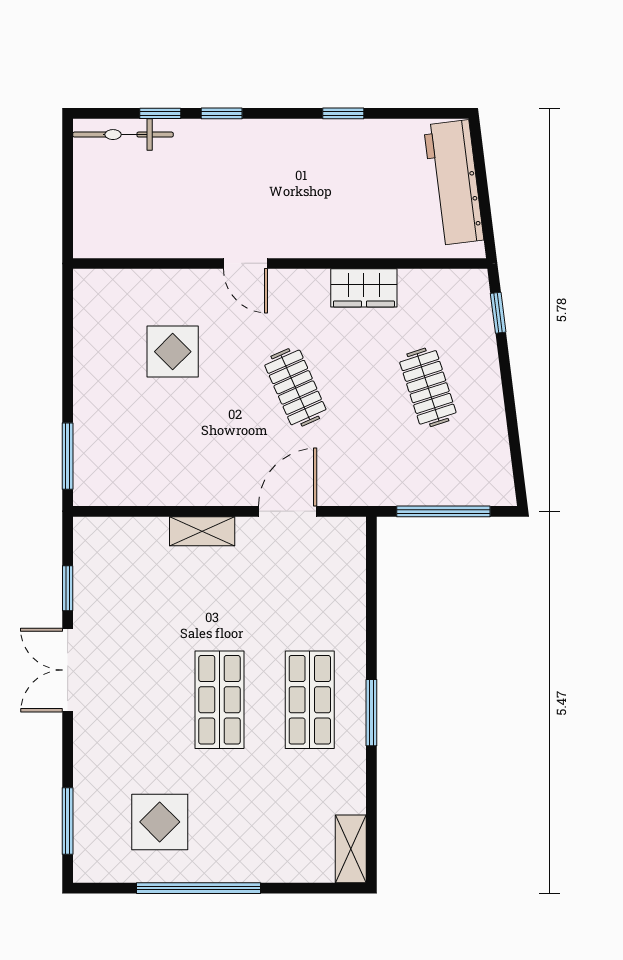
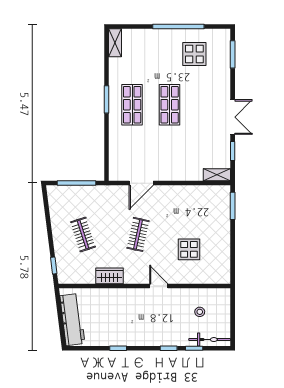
stool: (147, 201) -> (200, 312), added
clothes rail: (295, 387) -> (138, 234), turned 36
shelving: (202, 531) -> (217, 175), moved

